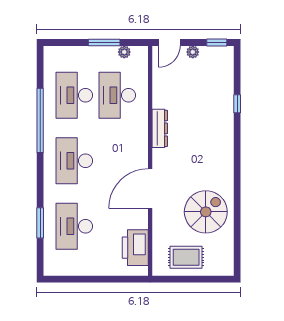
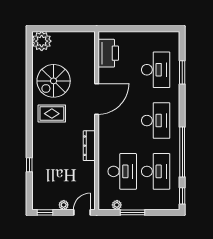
window: (40, 64) -> (182, 196), added
rug: (186, 257) -> (52, 114), moved
plant: (221, 263) -> (42, 41), added

